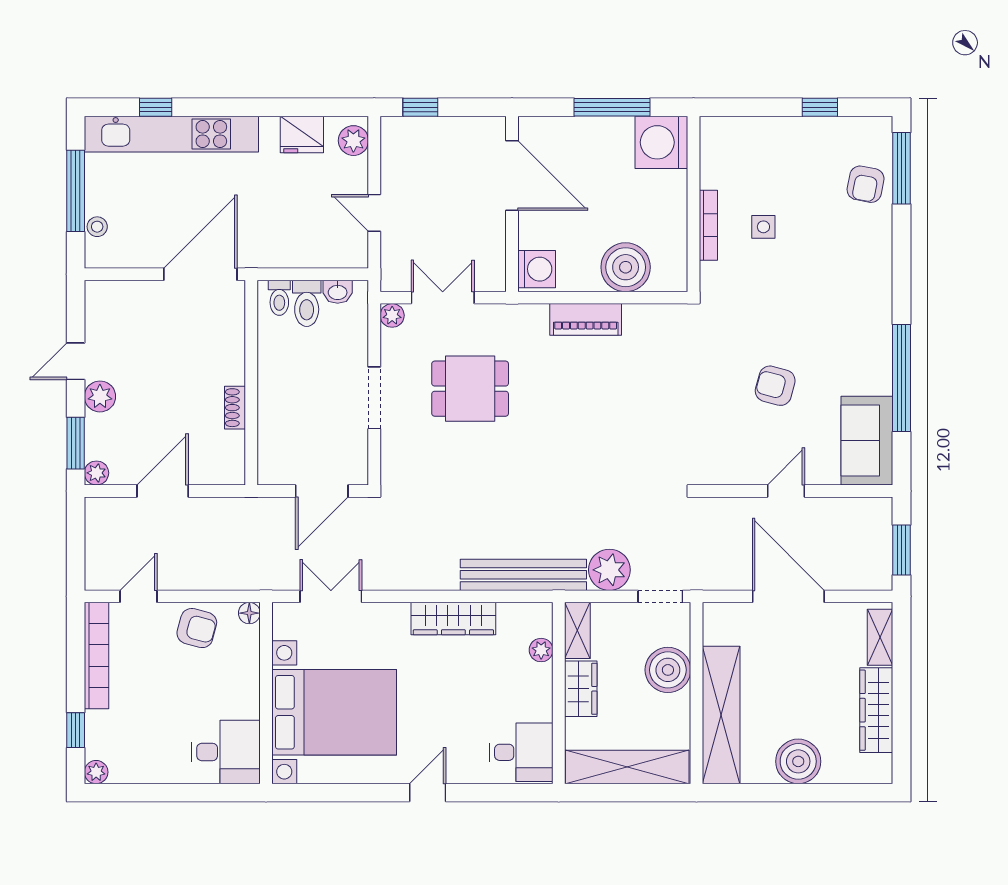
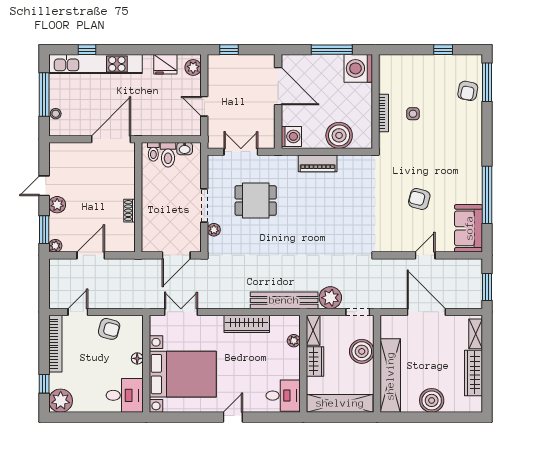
plant: (392, 315) -> (214, 230), moved
floor lamp: (249, 613) -> (137, 358), moved
plant: (96, 772) -> (61, 401), width x1.88, depth x1.88

